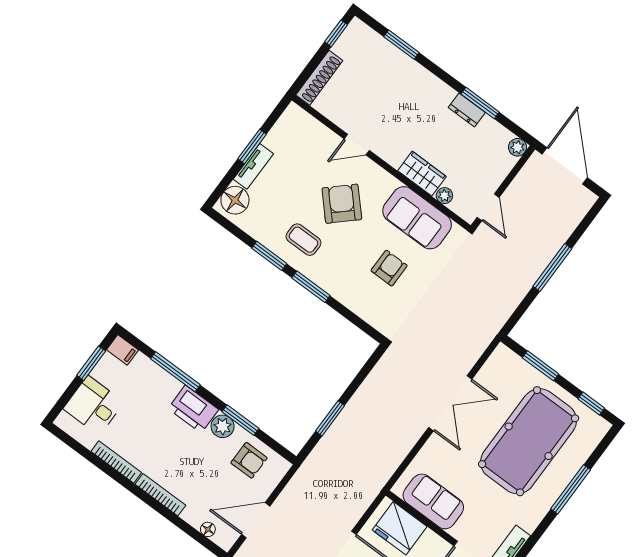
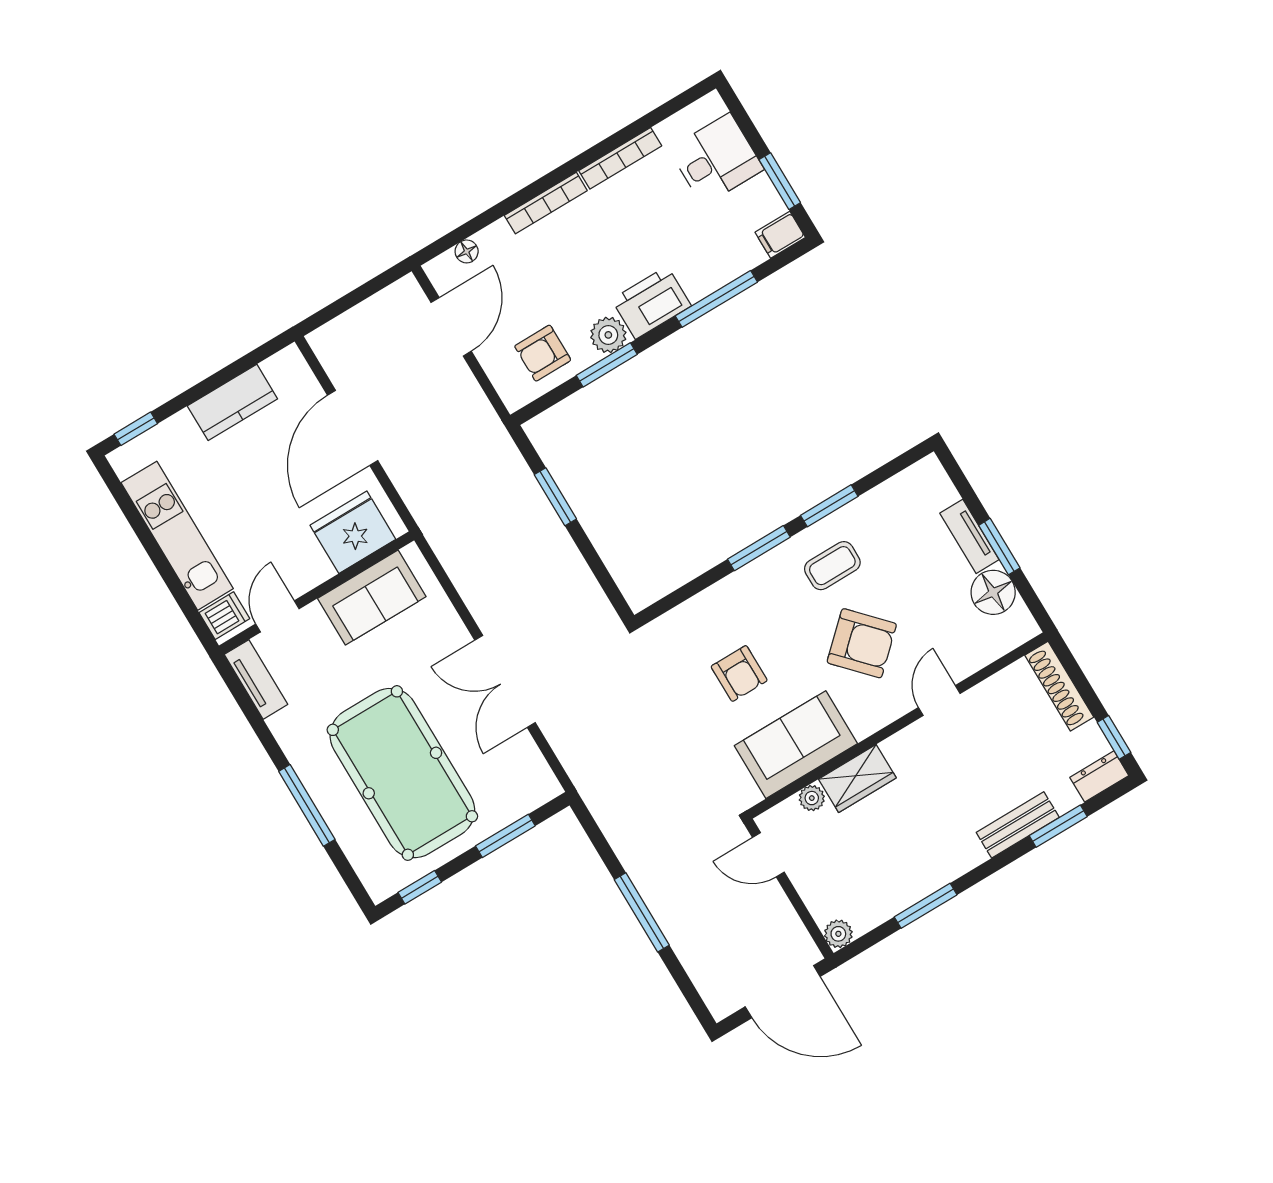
bench: (411, 69) -> (1018, 825), added
dresser: (467, 110) -> (1099, 776), moved
floor lamp: (235, 200) -> (993, 592), moved

